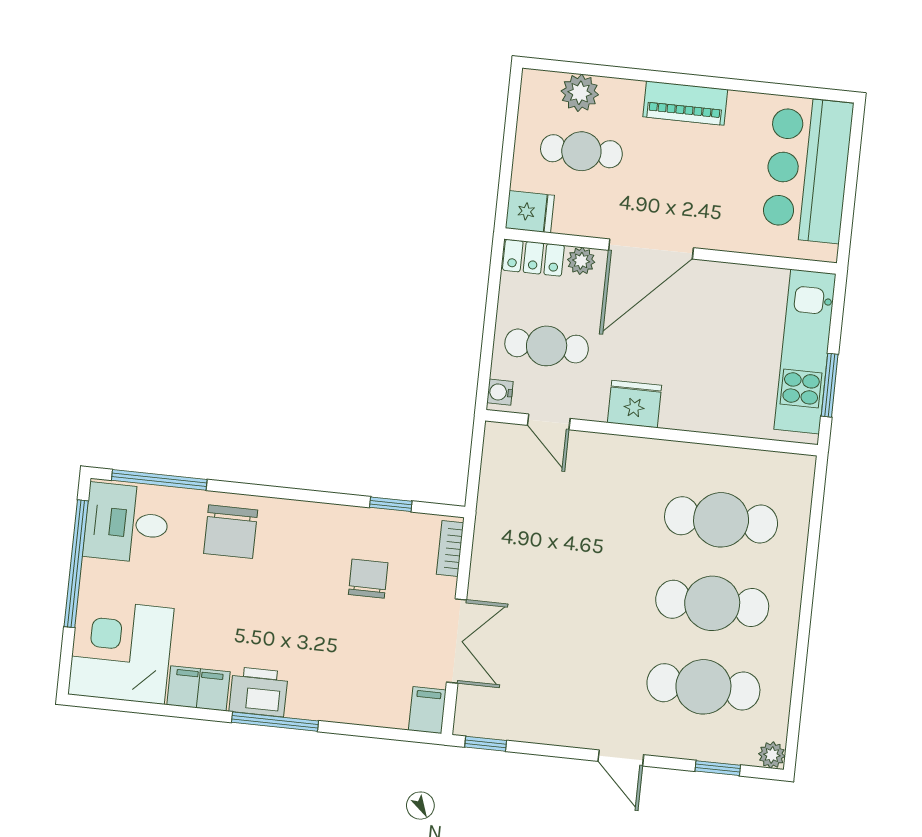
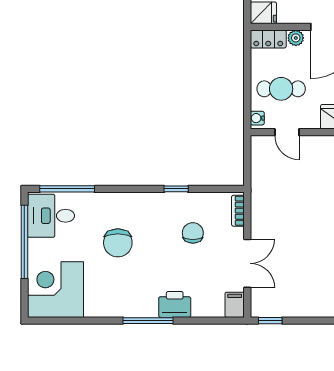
window: (391, 504) -> (176, 189), moved
chair: (231, 532) -> (118, 243), moved
filing cabinet: (198, 688) -> (102, 306), removed
printer: (259, 692) -> (175, 304), moved

